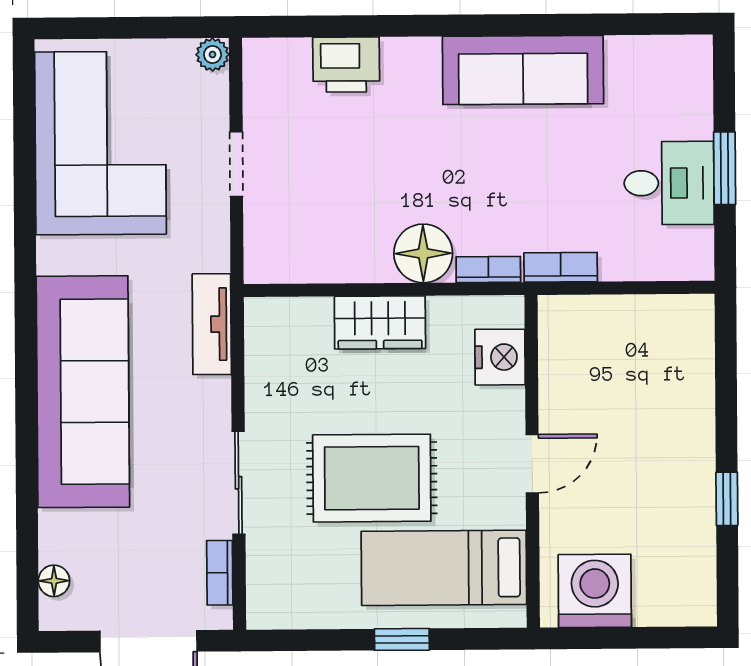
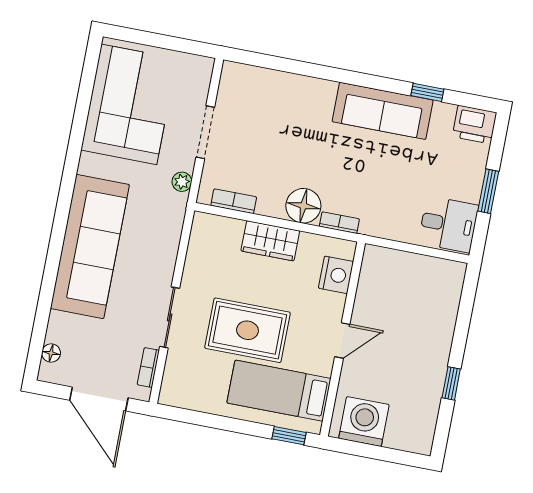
window: (591, 25) -> (427, 92), added
plant: (213, 55) -> (182, 182), moved
printer: (346, 65) -> (475, 125), moved
doorway: (236, 164) -> (205, 132), width x1.38
desk: (669, 183) -> (448, 224), moved
bookcase: (561, 267) -> (234, 201), moved
tv unit: (212, 324) -> (172, 222), removed
window: (402, 639) -> (289, 436), moved

